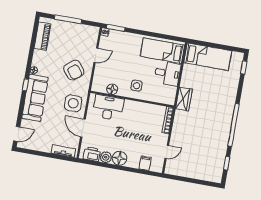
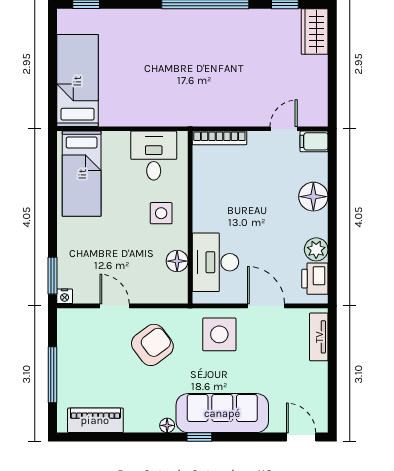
desk: (167, 73) -> (154, 156), moved
wardrobe: (184, 99) -> (315, 31), moved, turned -90
door: (83, 128) -> (266, 306), swing flipped
door: (167, 152) -> (284, 129), hinge flipped
floor lamp: (120, 158) -> (313, 197), moved
filing cabinet: (145, 163) -> (314, 141), moved

